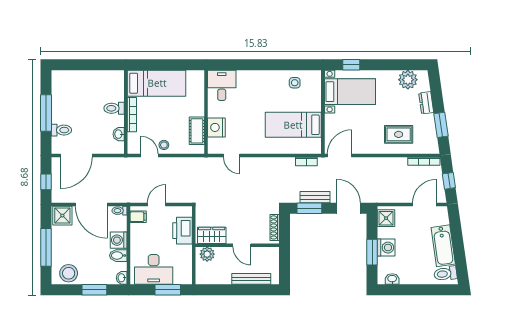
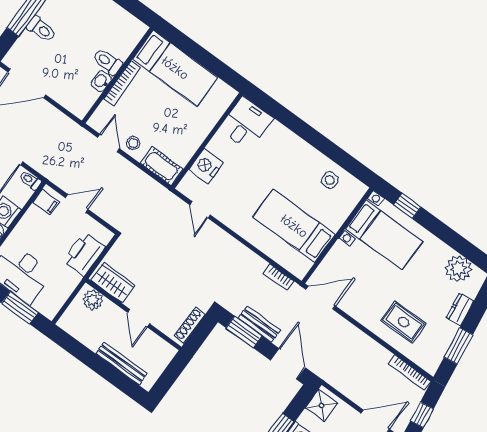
toilet: (61, 130) -> (41, 29), moved
cot: (197, 131) -> (161, 166), moved, turned 90
washbasin: (119, 134) -> (101, 81), moved

